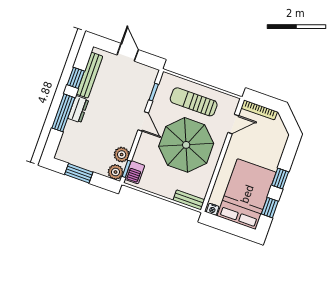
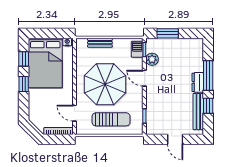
door: (143, 121) -> (144, 78), moved
door: (233, 124) -> (74, 113), hinge flipped
plant: (116, 172) -> (152, 44), removed
window: (79, 173) -> (168, 33), moved
bench: (189, 200) -> (100, 43), moved

